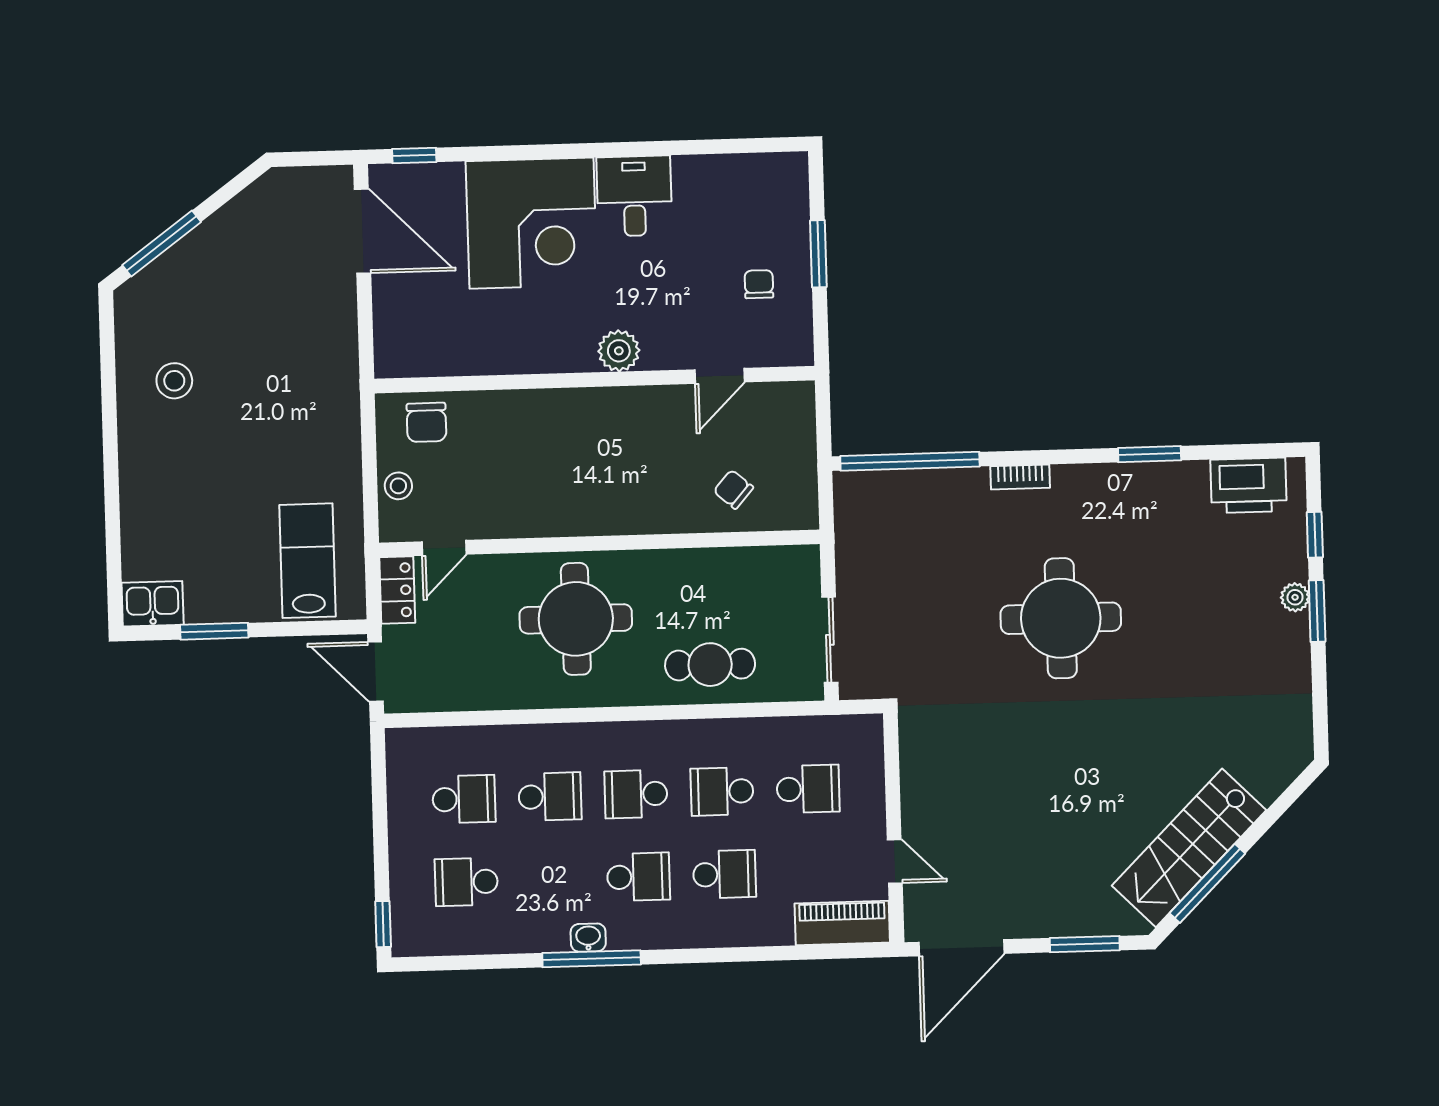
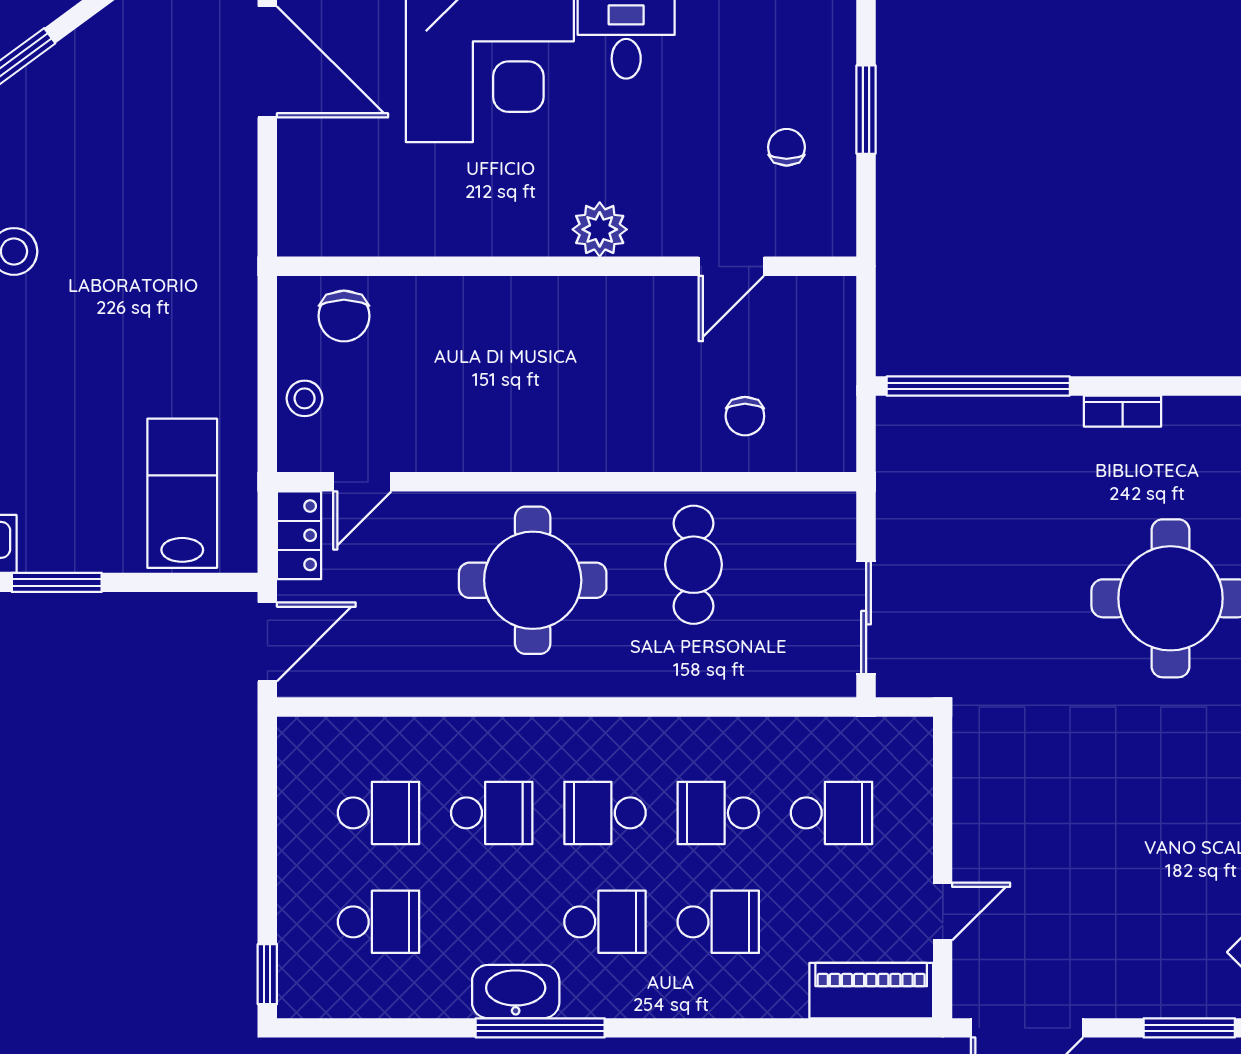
chair: (733, 489) -> (745, 416), turned -131
cafe table: (710, 665) -> (694, 565), moved, turned 90
door: (376, 672) -> (267, 642), swing flipped
door: (895, 861) -> (943, 911), hinge flipped
school desk: (466, 882) -> (378, 922), turned 180
washbasin: (588, 938) -> (516, 992), width x1.91, depth x1.45

